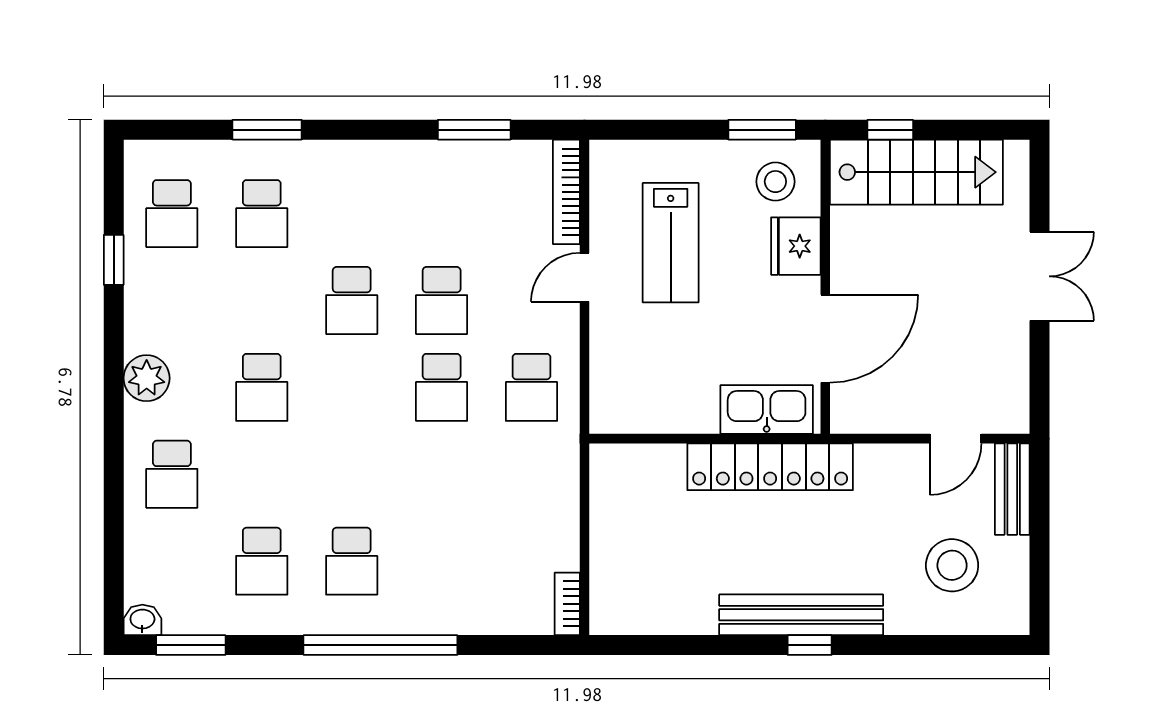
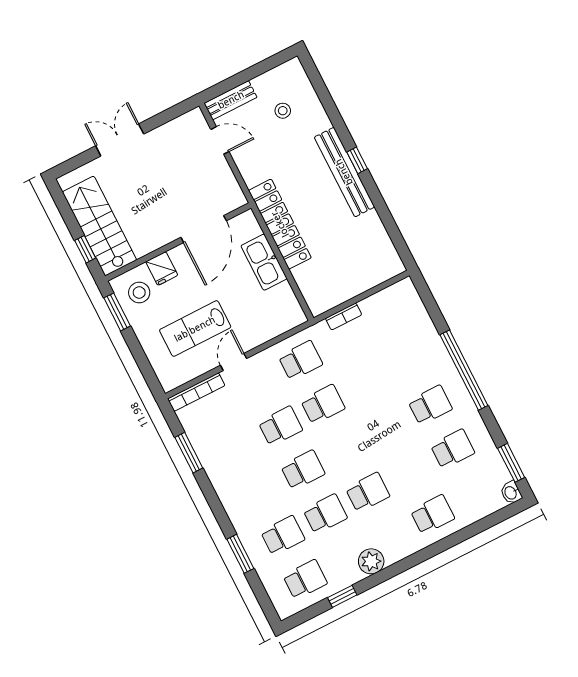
lab bench: (671, 243) -> (195, 329), turned 180
fridge: (796, 246) -> (162, 268), width x0.72
door: (585, 277) -> (233, 362), swing flipped
school desk: (262, 300) -> (325, 514), added
door: (825, 339) -> (204, 229), swing flipped
plant: (147, 378) -> (371, 561), moved
kitchen sink: (767, 410) -> (264, 262), moved
stool: (952, 565) -> (283, 111), width x0.53, depth x0.53
bookcase: (567, 604) -> (344, 316), moved

